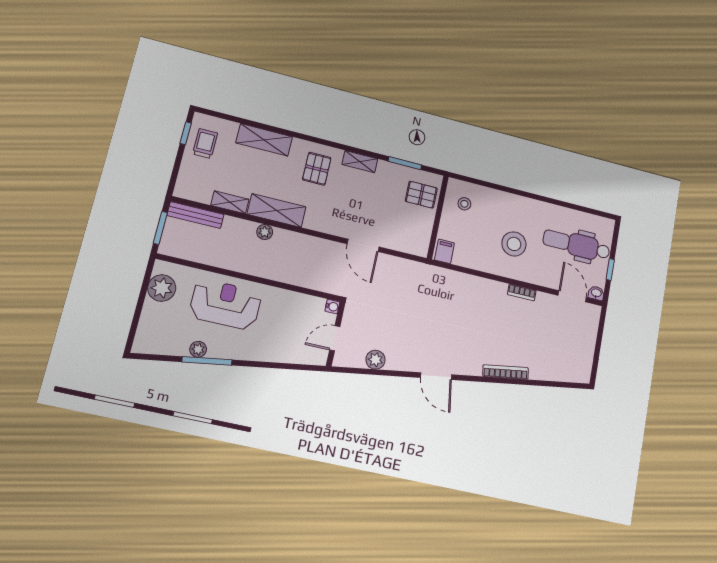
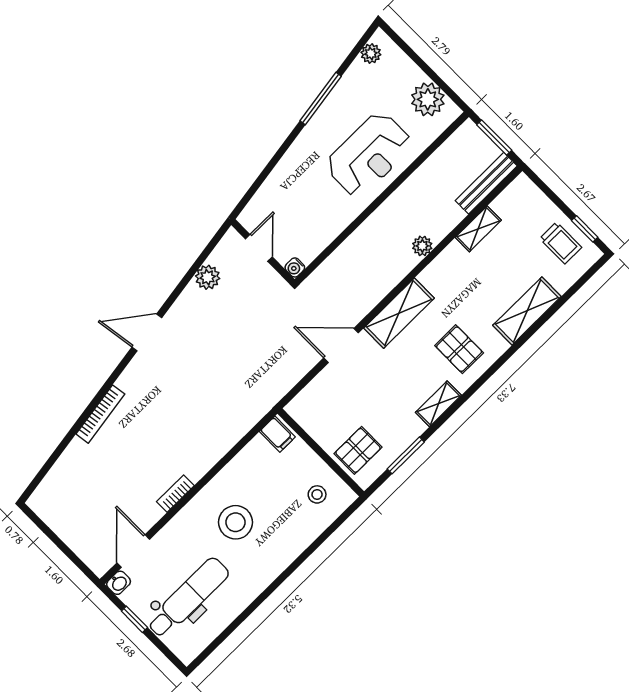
shelving: (277, 210) -> (399, 313), moved
door: (572, 296) -> (133, 551), swing flipped
plant: (198, 349) -> (371, 54), moved

